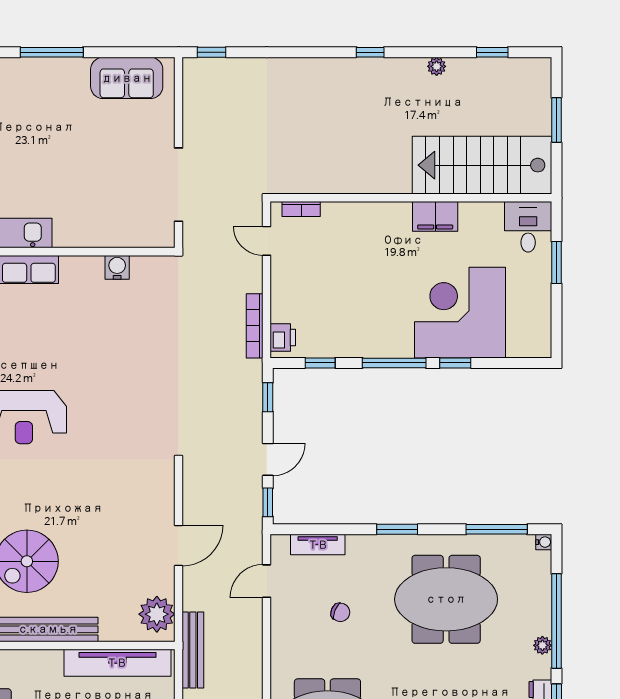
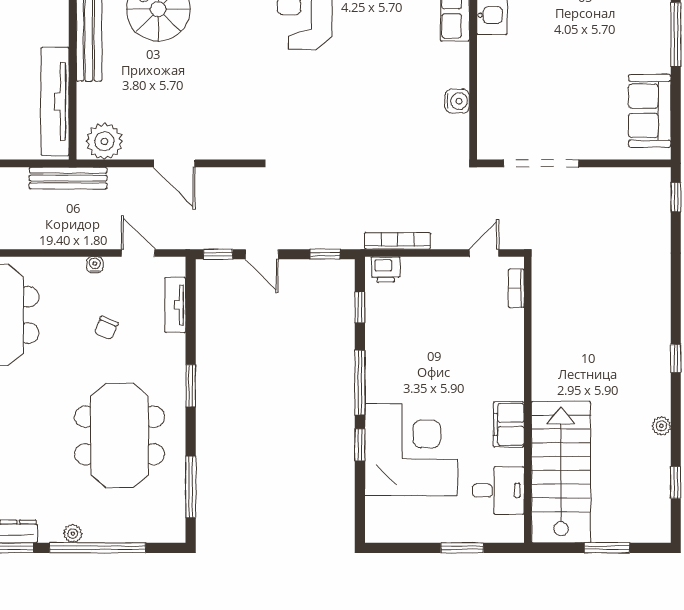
desk: (528, 227) -> (498, 491), moved
water cooler: (544, 542) -> (95, 265), moved, turned 180

